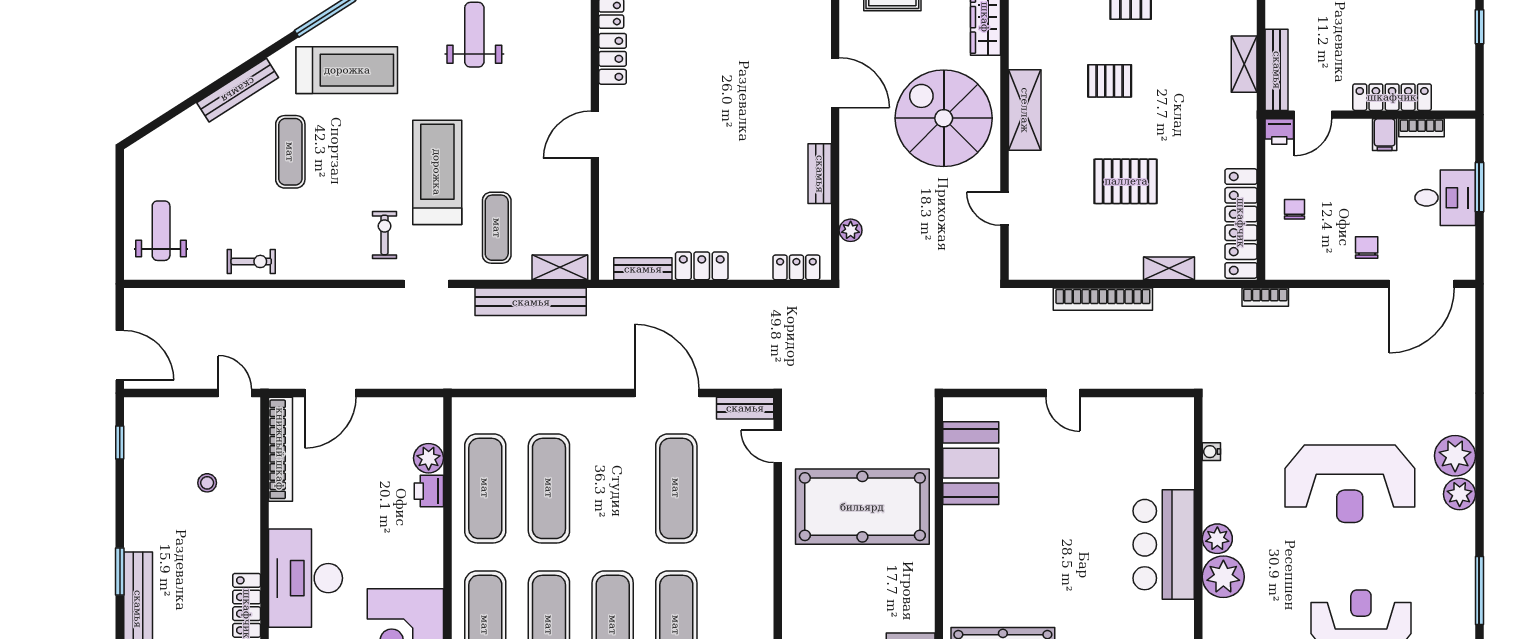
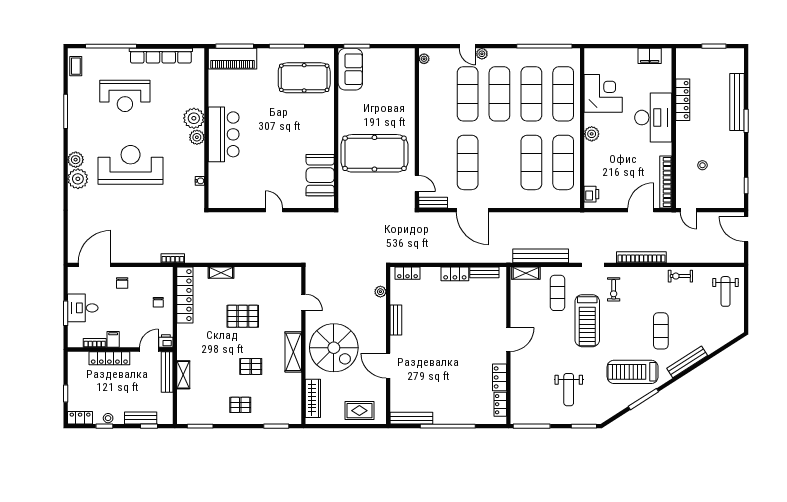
bookcase: (1103, 299) -> (641, 257), moved
plant: (429, 458) -> (592, 134), moved
printer: (429, 491) -> (591, 194), moved

